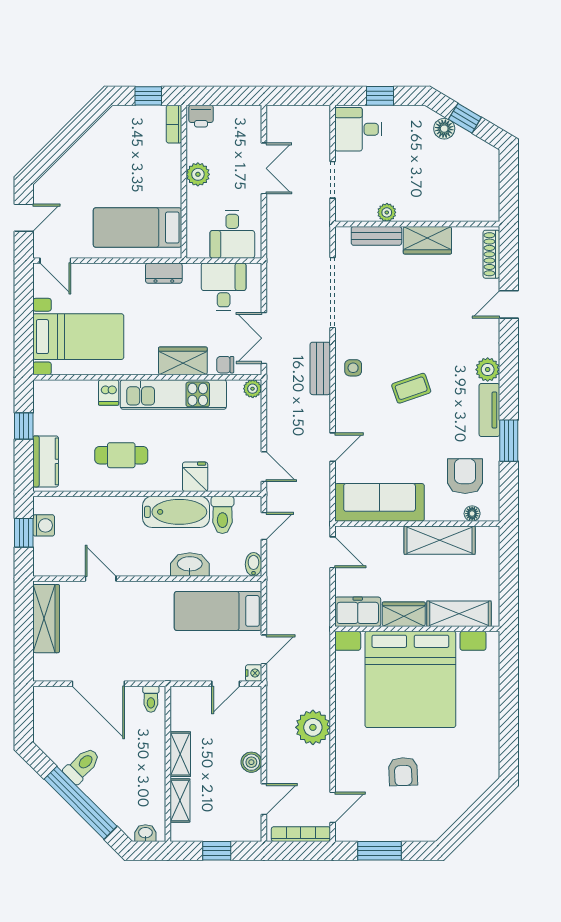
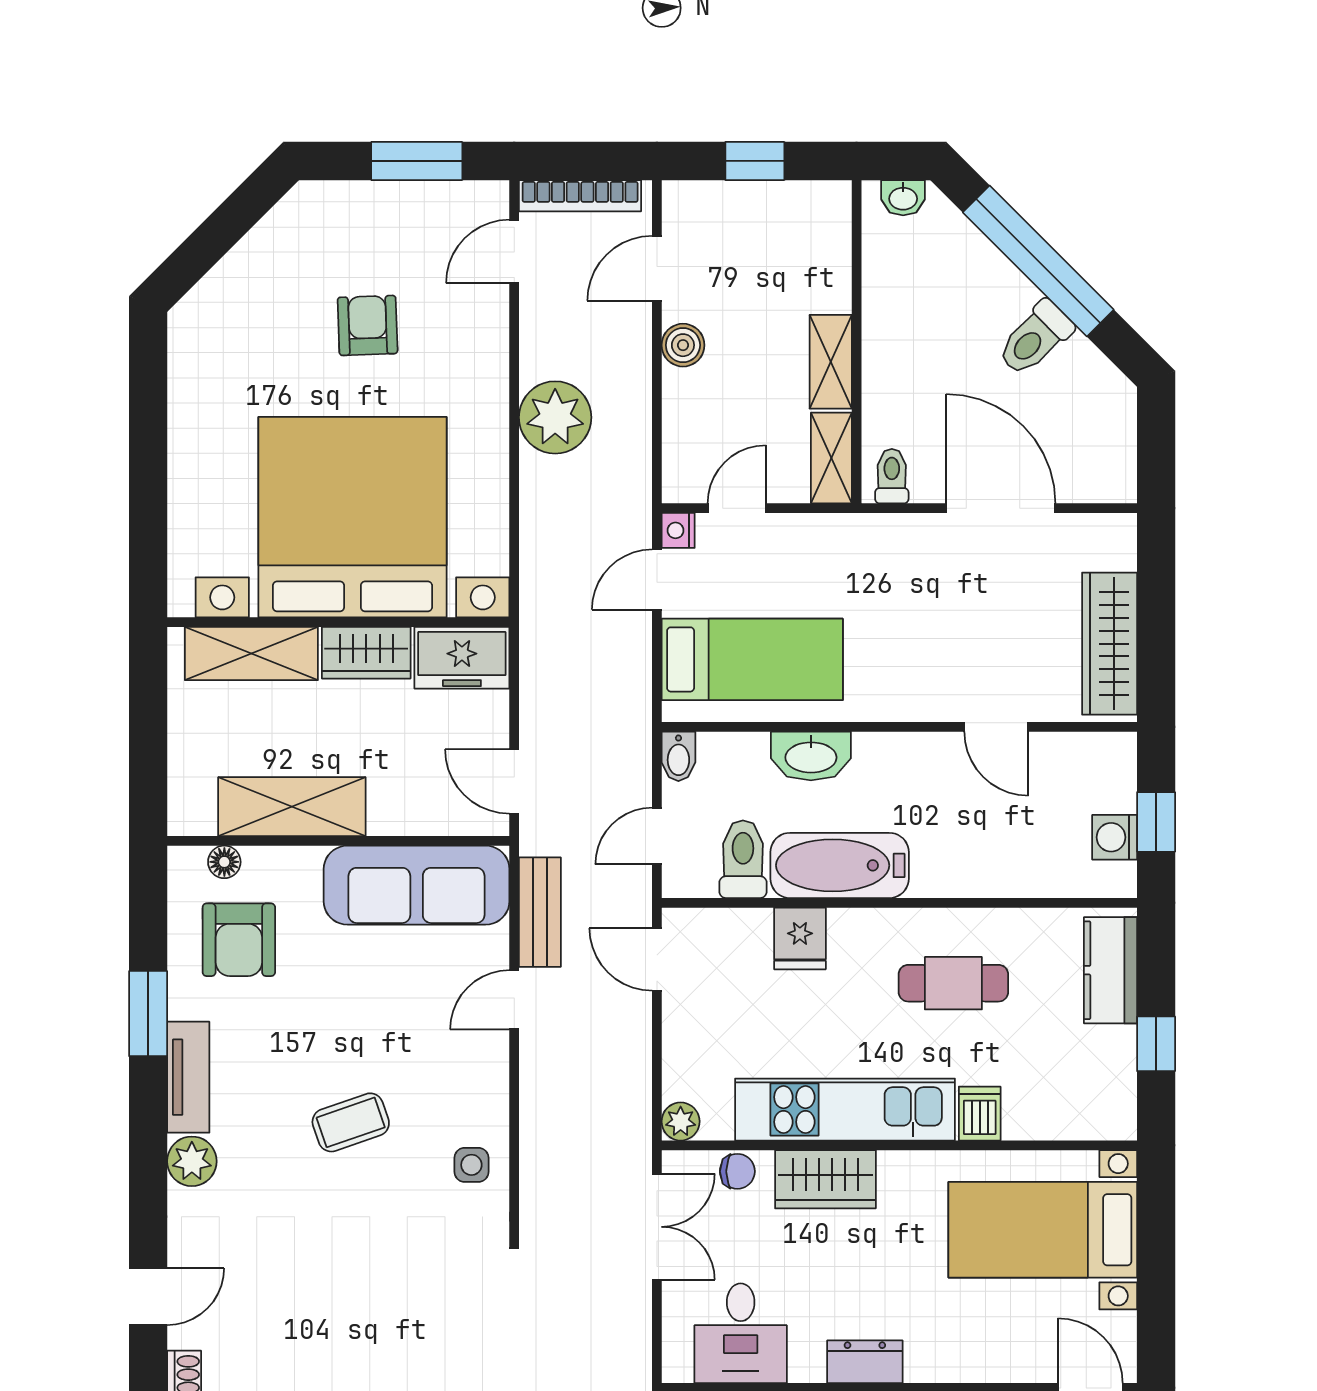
bench: (320, 368) -> (540, 912), moved
shelving: (180, 800) -> (831, 458), moved

